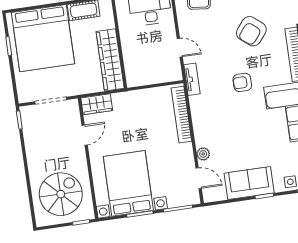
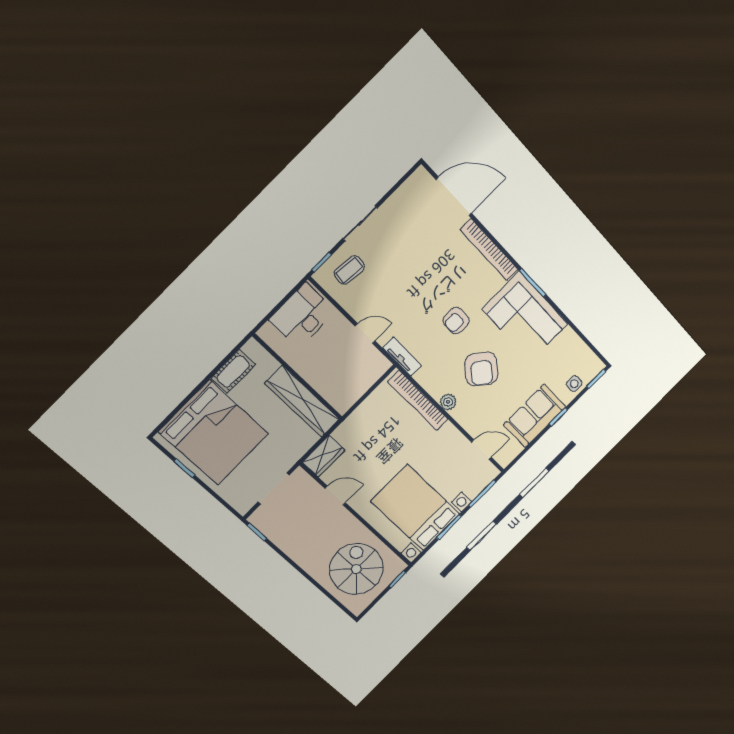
armchair: (251, 31) -> (481, 369), moved
door: (85, 135) -> (335, 496), hinge flipped
plant: (203, 154) -> (448, 402), moved

